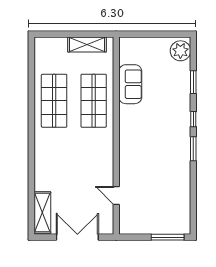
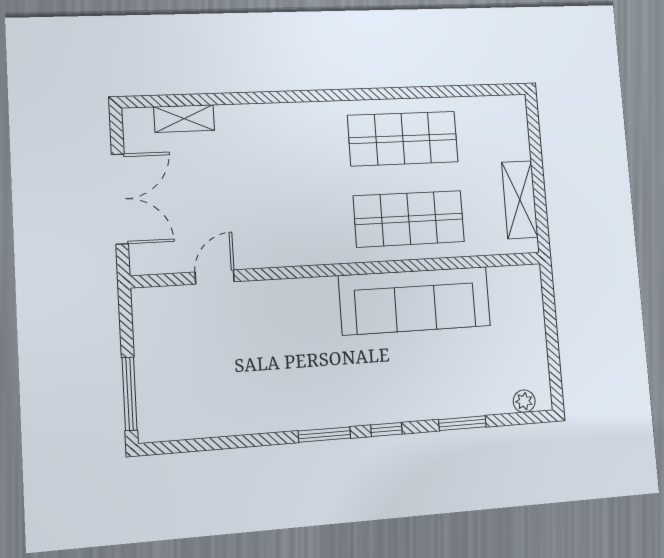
plant: (180, 51) -> (524, 401), width x0.53, depth x0.53
sofa: (130, 84) -> (415, 301), width x1.85, depth x1.27
shelving: (42, 213) -> (184, 119), width x0.67, depth x0.75

